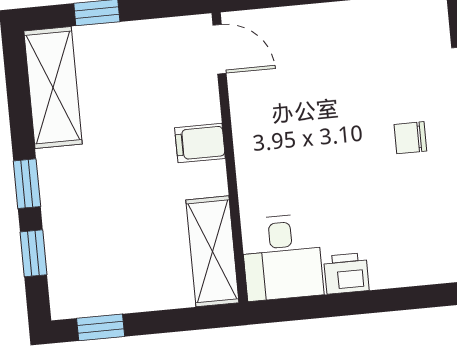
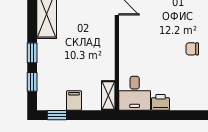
filing cabinet: (200, 143) -> (74, 101), moved, turned 90
shelving: (212, 251) -> (108, 95), width x0.67, depth x0.75

